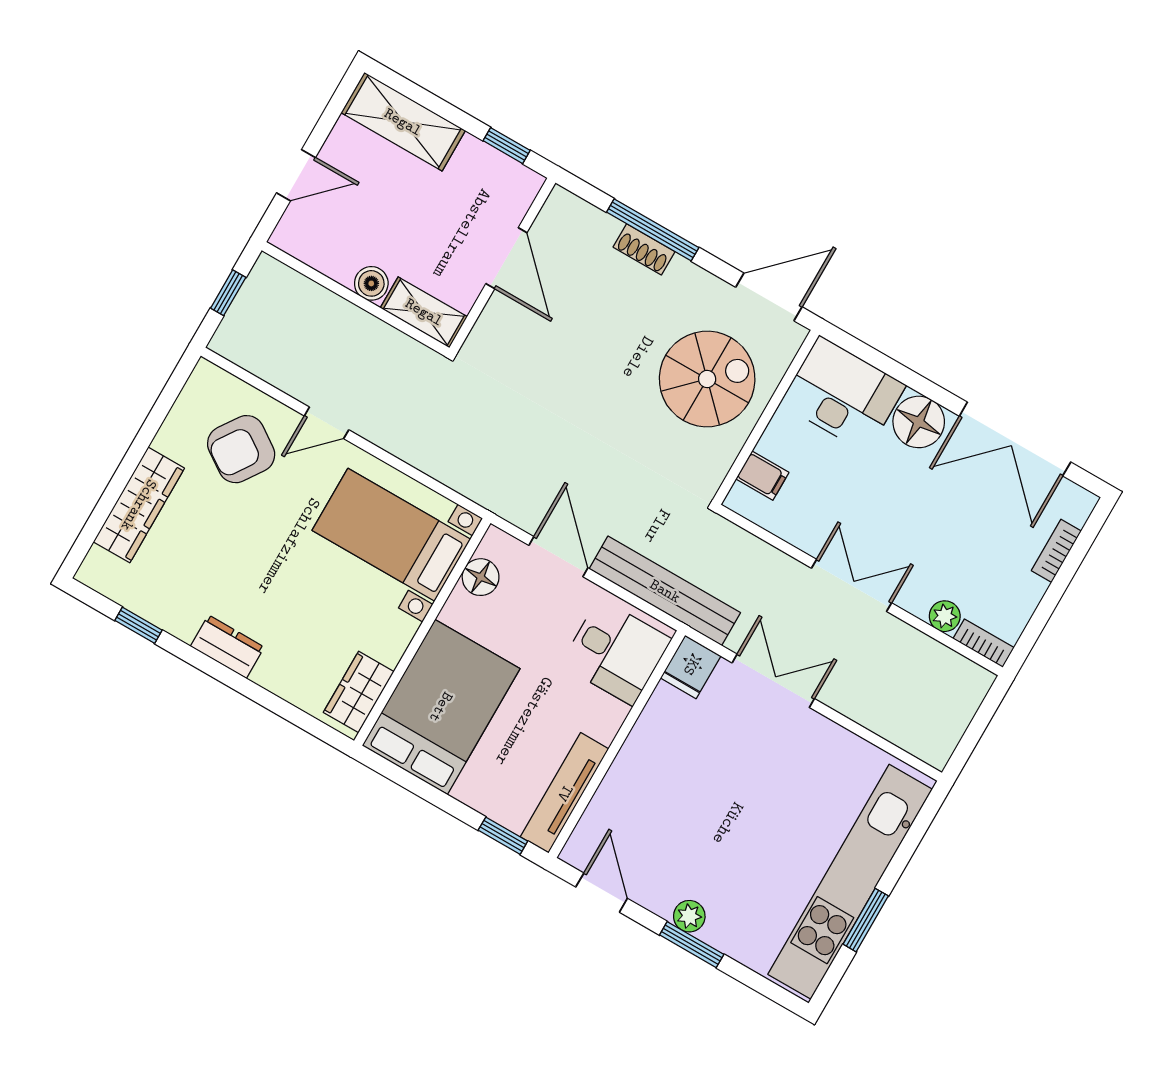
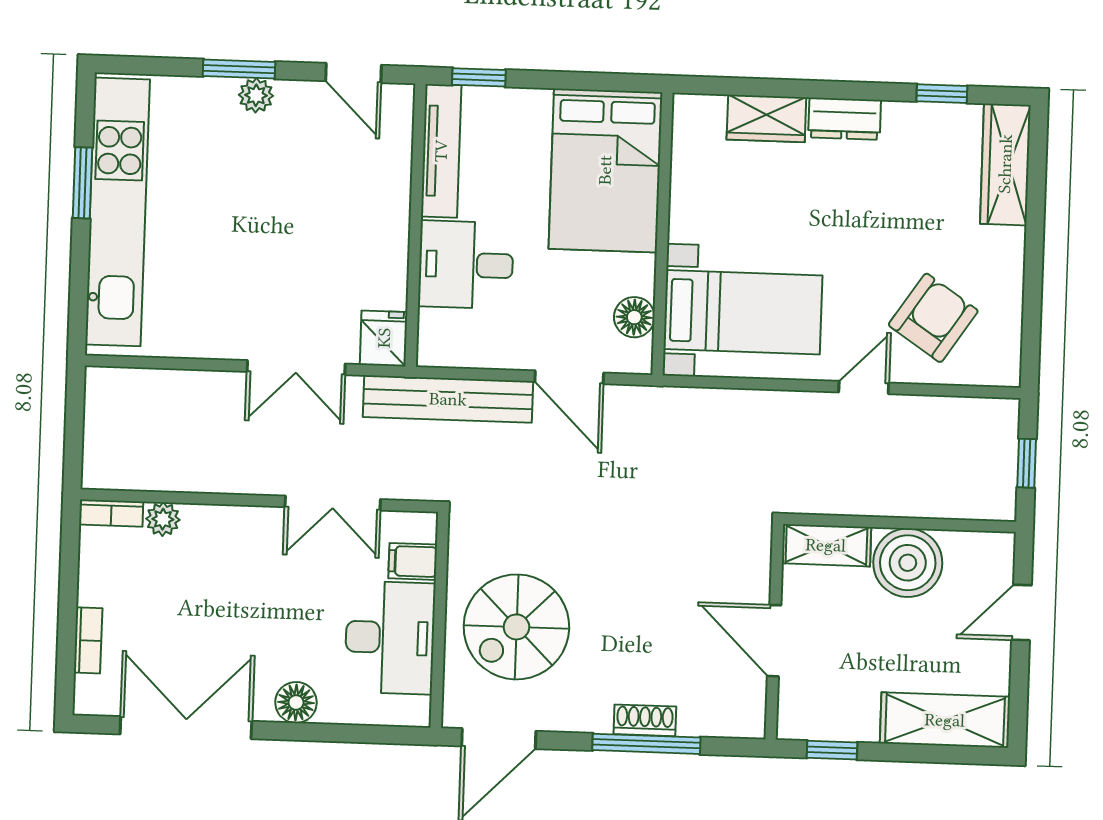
boiler: (371, 283) -> (908, 563), width x1.86, depth x1.86
desk: (843, 394) -> (390, 638), moved, turned -90
floor lamp: (919, 422) -> (296, 702), width x0.73, depth x0.73
wardrobe: (139, 505) -> (1005, 164), moved
double door: (852, 585) -> (333, 503), moved
desk: (616, 652) -> (466, 265), moved
wardrobe: (359, 692) -> (766, 118), moved, turned 90

